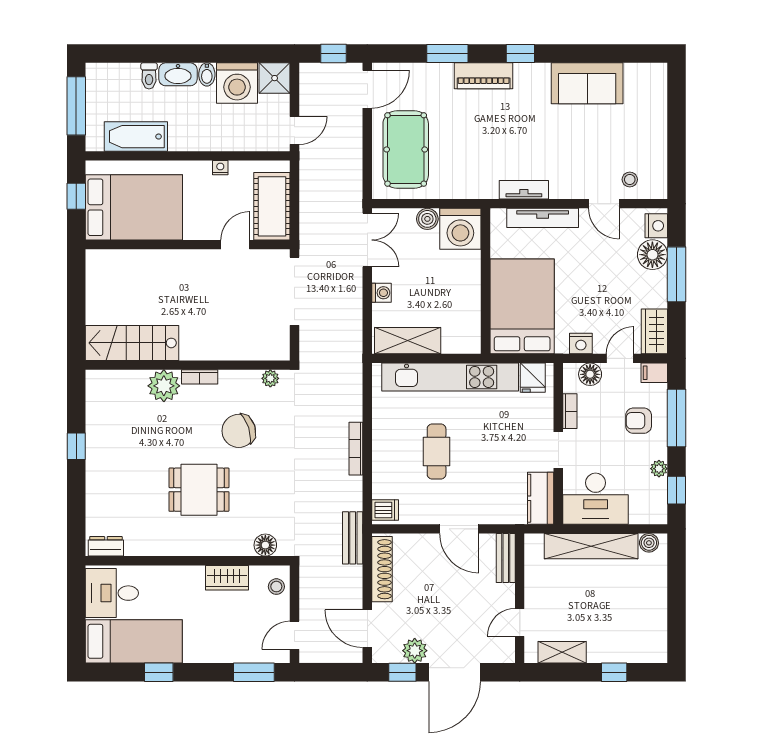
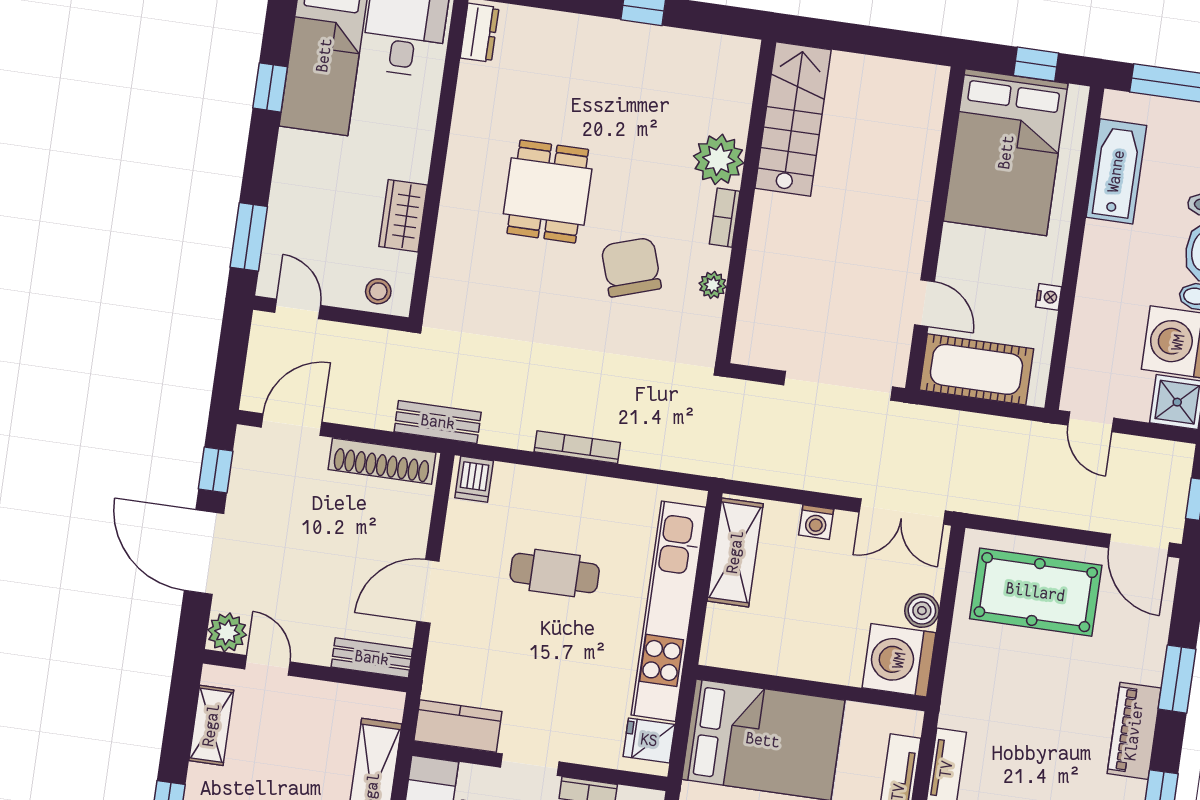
plant: (270, 378) -> (713, 285), moved
floor lamp: (265, 545) -> (446, 283), removed
plant: (415, 651) -> (227, 632), moved

